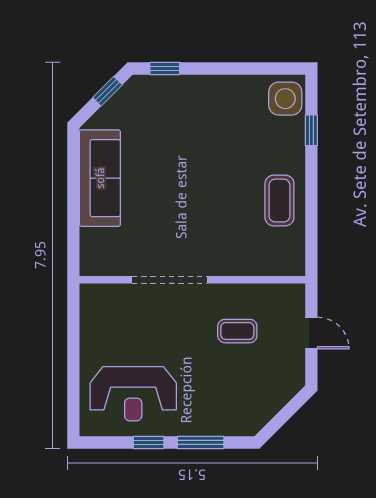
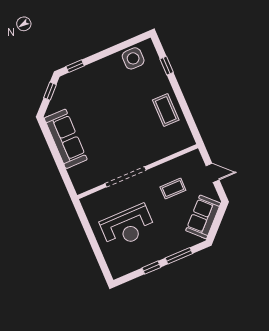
side table: (285, 99) -> (133, 58), moved
reception desk: (133, 394) -> (127, 226), moved
sofa: (266, 397) -> (203, 217), added

